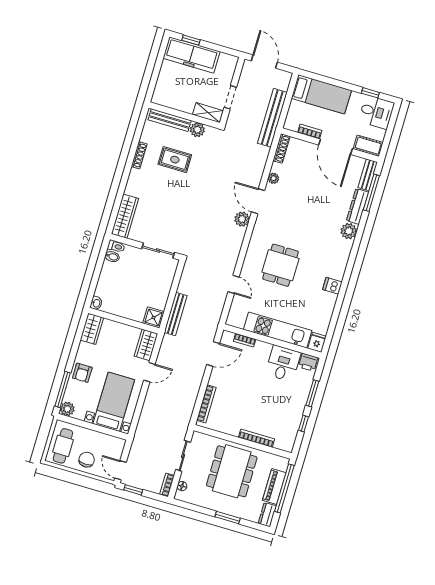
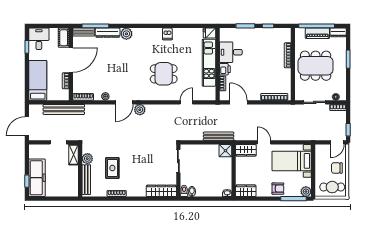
printer: (308, 362) -> (225, 69), moved

